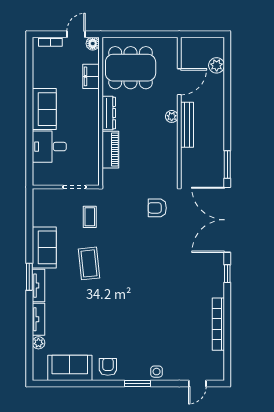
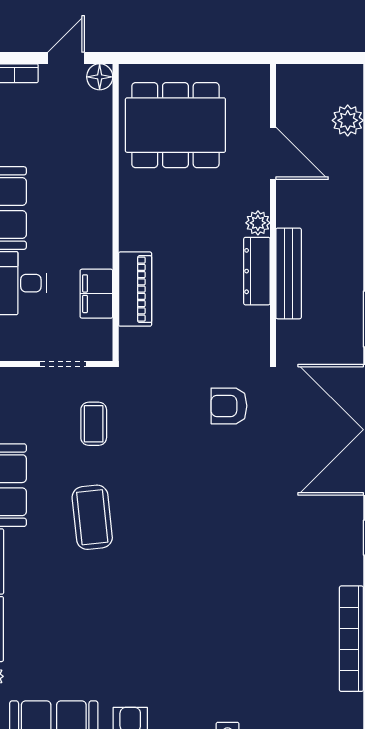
filing cabinet: (91, 76) -> (96, 294), moved
door: (179, 82) -> (273, 153), hinge flipped
dresser: (109, 113) -> (257, 271), moved, turned 180
bench: (187, 125) -> (289, 273), moved

